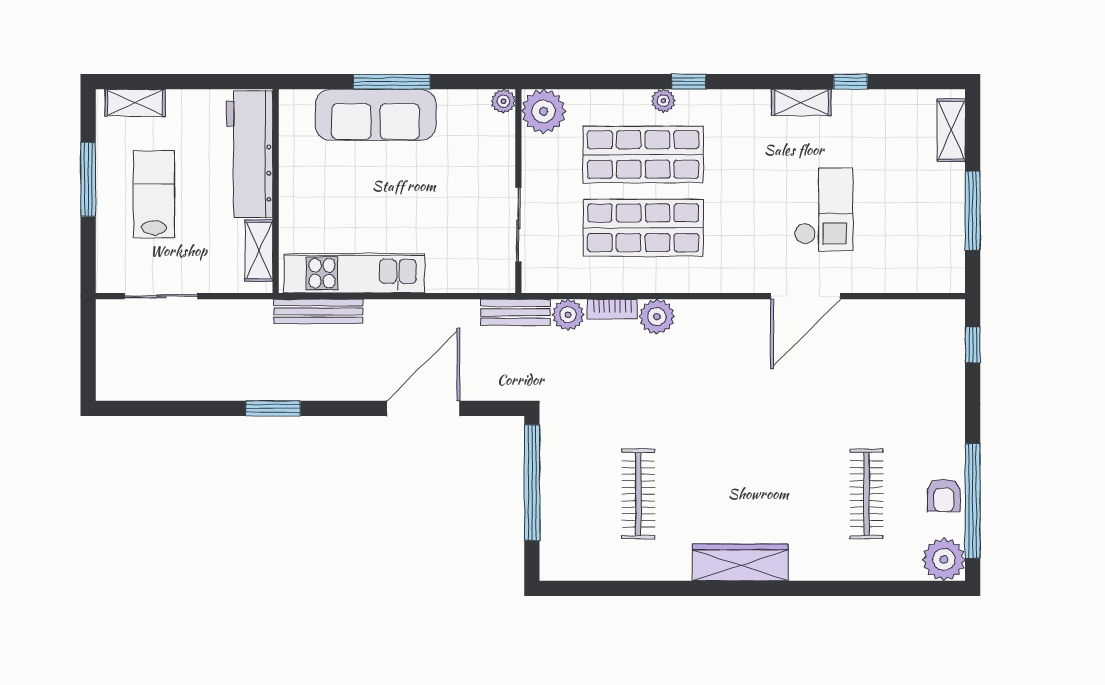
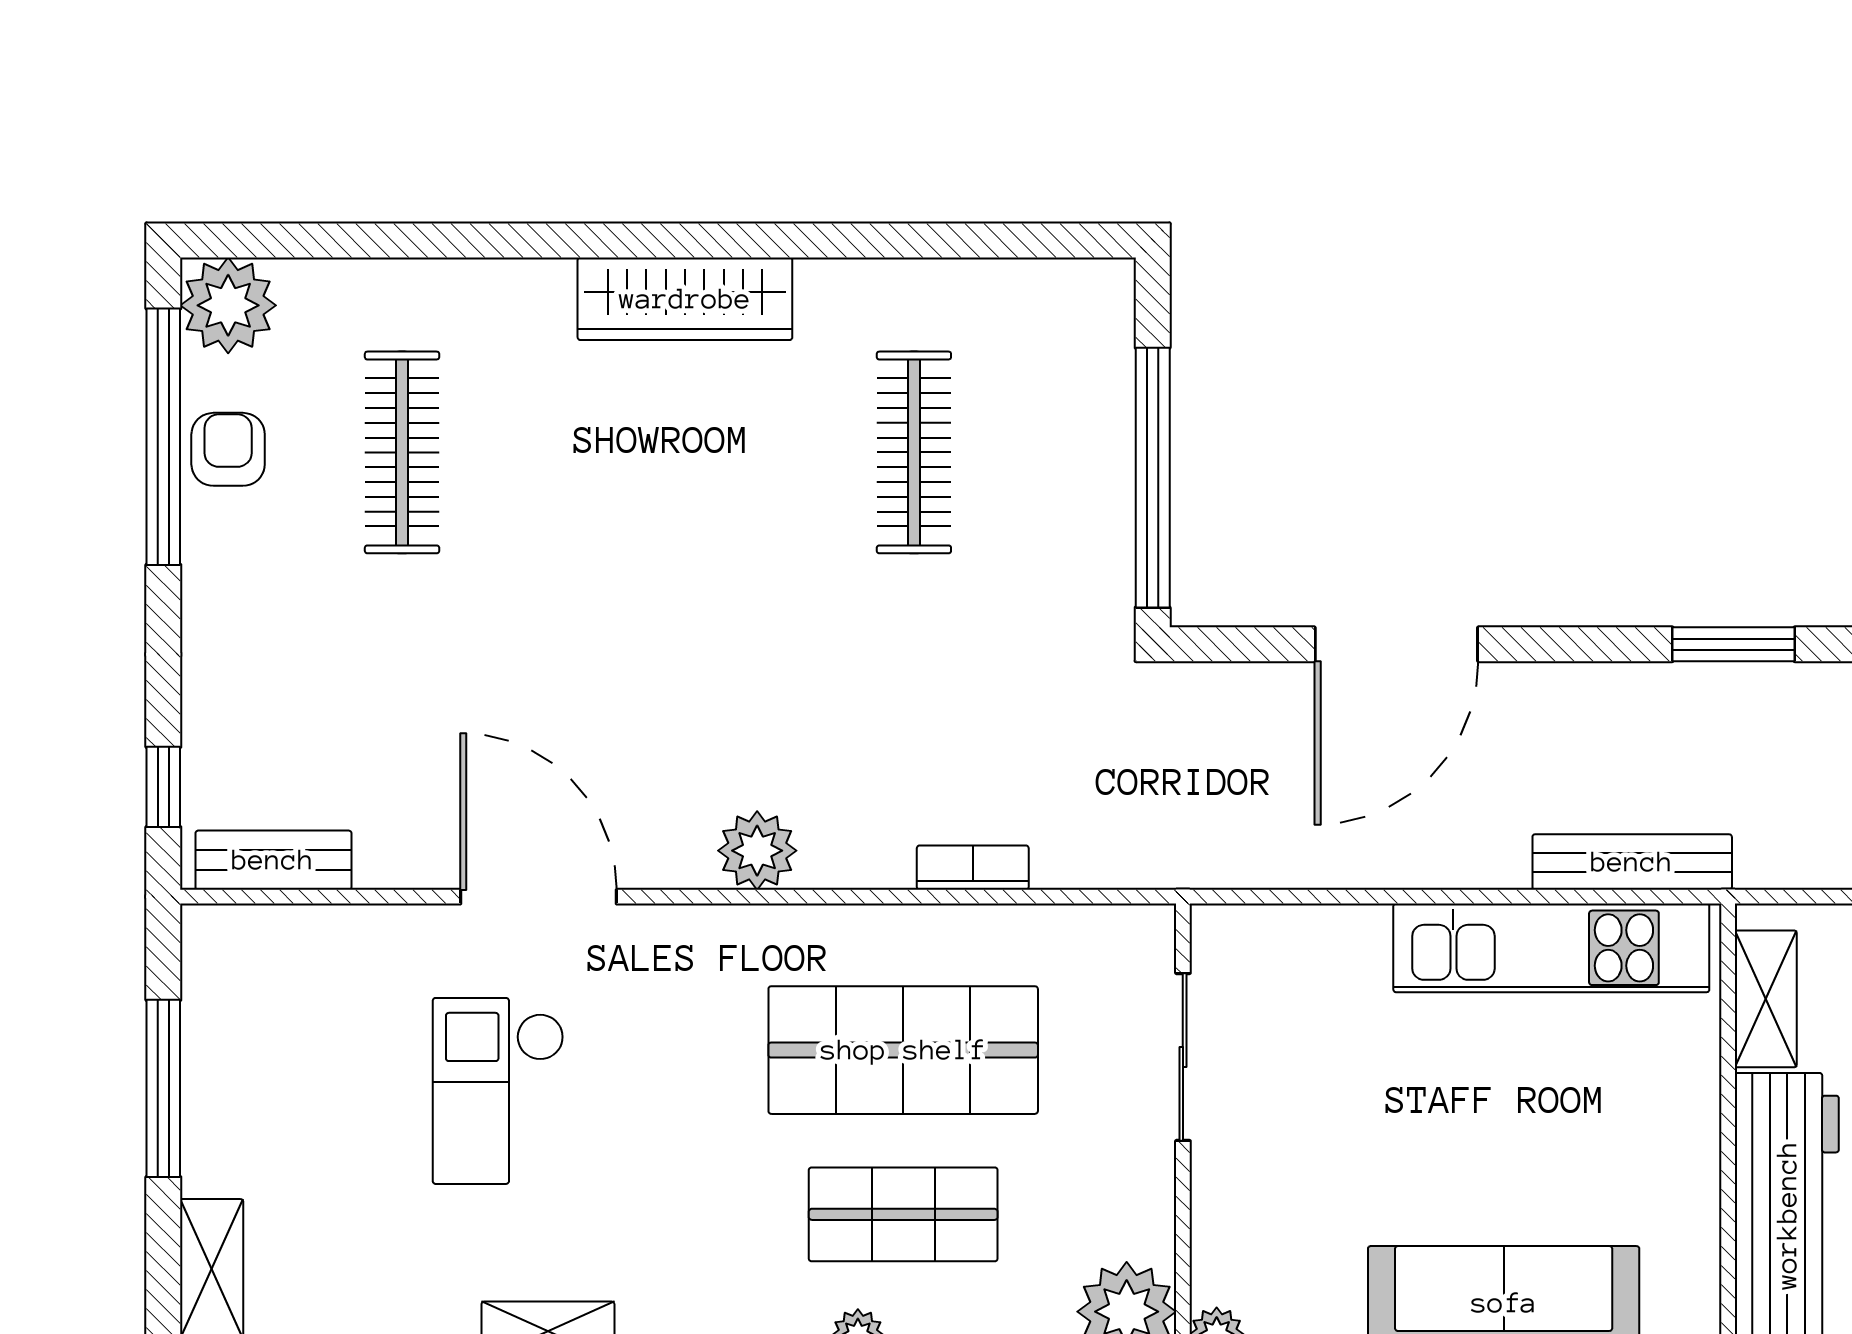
shop shelf: (643, 155) -> (903, 1214), width x0.70, depth x0.74
door: (806, 296) -> (539, 897), hinge flipped
bench: (515, 312) -> (273, 860), moved
plant: (568, 315) -> (1072, 855), removed
plant: (657, 317) -> (757, 851), moved

